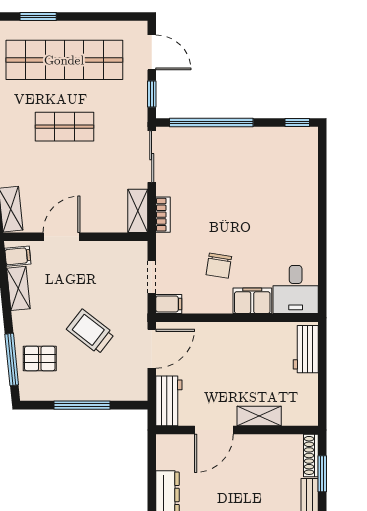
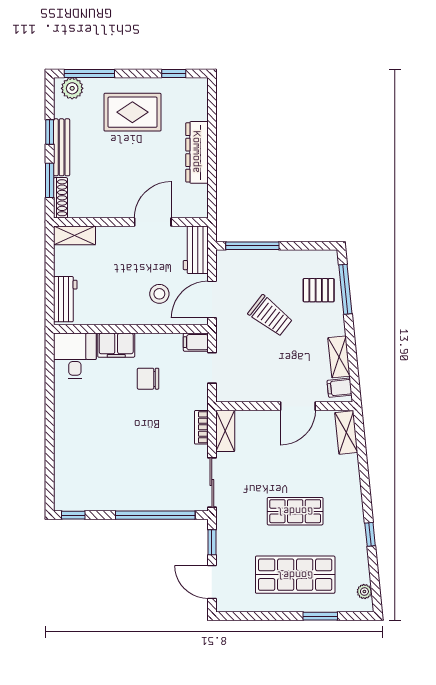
shop shelf: (64, 60) -> (295, 575), width x0.71
chair: (219, 266) -> (148, 379), turned -99
stool: (207, 355) -> (159, 294), added
window: (82, 405) -> (252, 246), moved
shelving: (259, 416) -> (74, 235), moved

